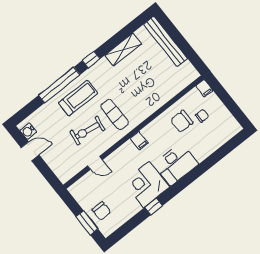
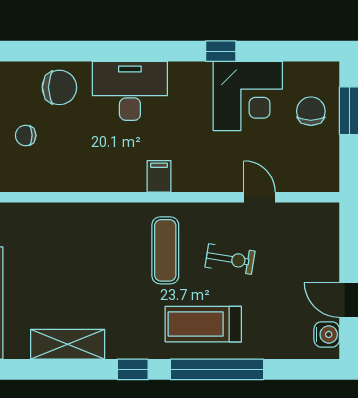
chair: (182, 121) -> (59, 87), moved
exercise bike: (87, 131) -> (230, 259), width x0.73, depth x0.72
corner desk: (146, 185) -> (248, 96), moved

